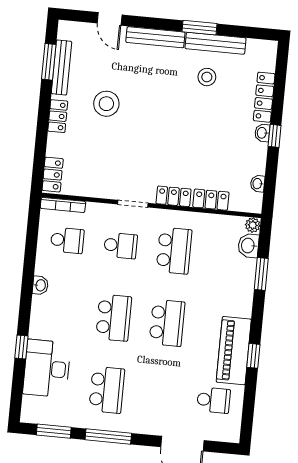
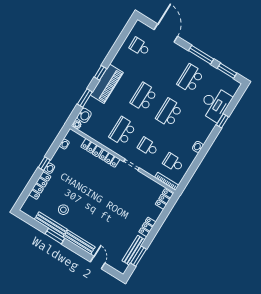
stool: (106, 104) -> (120, 221), removed
piano: (234, 351) -> (107, 84), moved
window: (253, 356) -> (100, 73), moved

